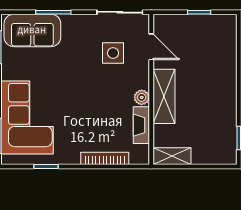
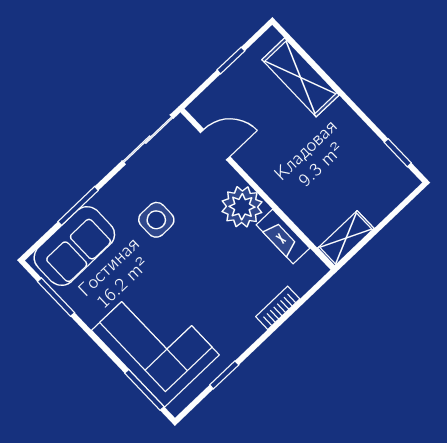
side table: (113, 53) -> (156, 220), moved
shelving: (164, 96) -> (300, 77), moved
plant: (142, 97) -> (242, 207), width x1.88, depth x1.88
bookcase: (105, 158) -> (278, 308), width x0.64

